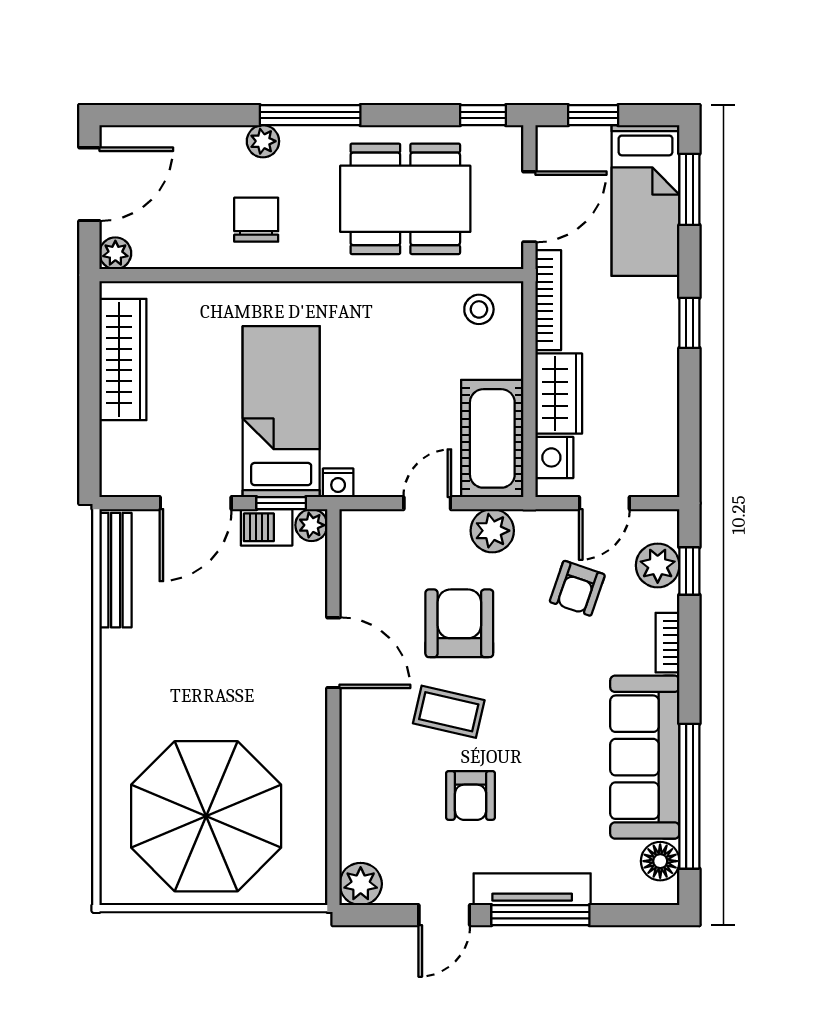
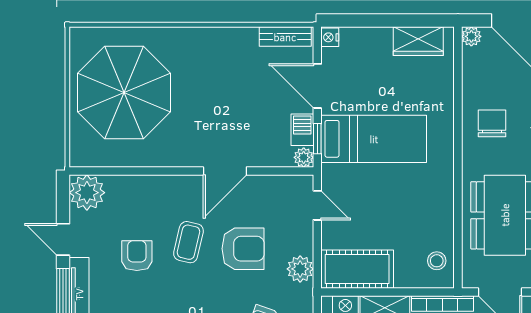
chair: (256, 220) -> (492, 123), turned -90
wardrobe: (123, 360) -> (418, 41), width x0.67
nightstand: (338, 483) -> (330, 37), moved
door: (427, 503) -> (317, 205), moved
bench: (116, 570) -> (285, 37), width x0.73
armchair: (471, 795) -> (137, 256), turned 90
plant: (361, 884) -> (87, 193), width x1.36, depth x1.36

